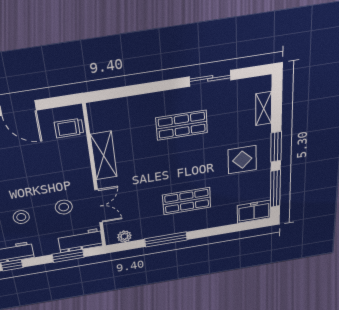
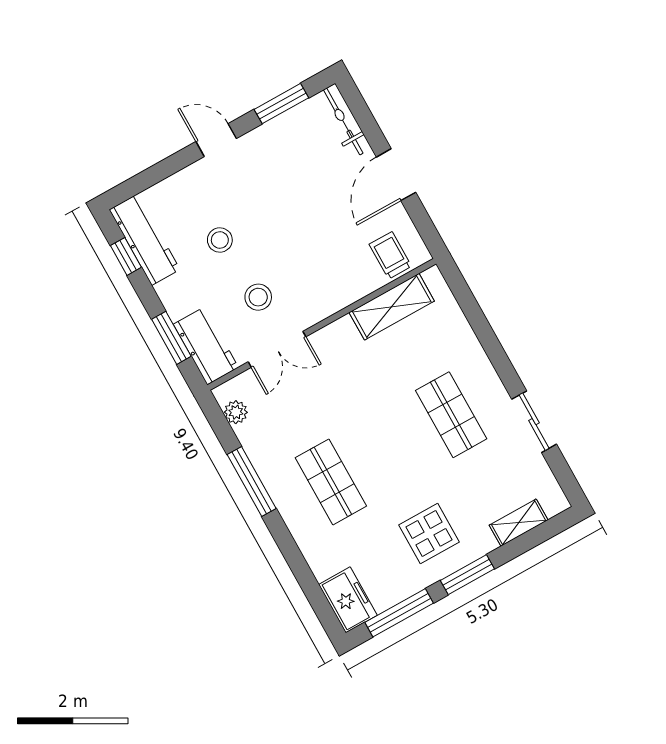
shelving: (104, 156) -> (392, 307), moved

